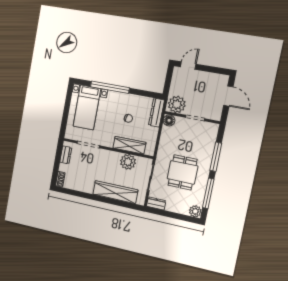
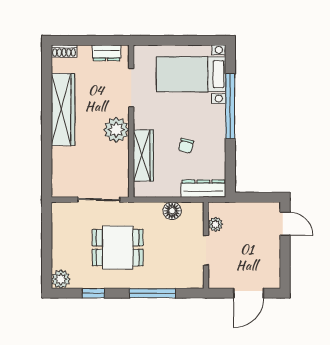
plant: (177, 104) -> (216, 224), width x0.53, depth x0.53
floor lamp: (169, 120) -> (172, 211), moved
plant: (128, 162) -> (116, 130), moved
wardrobe: (115, 192) -> (63, 110), moved
window: (208, 193) -> (93, 293), width x0.46
dresser: (156, 203) -> (59, 216), removed

